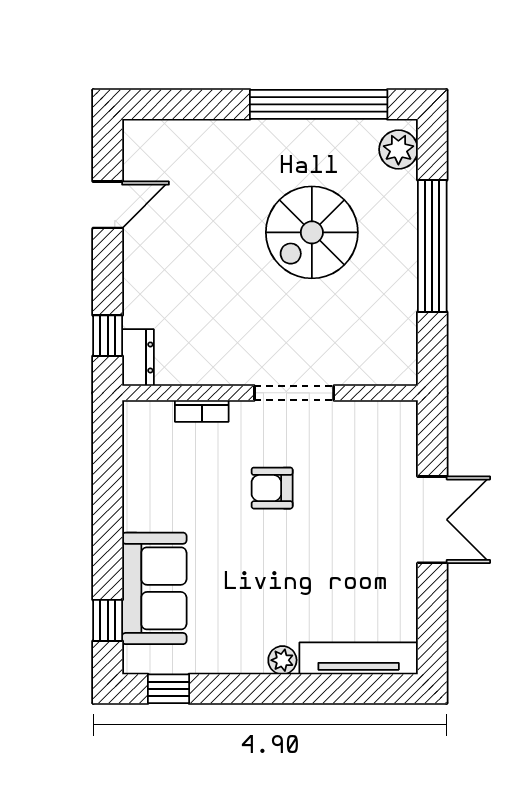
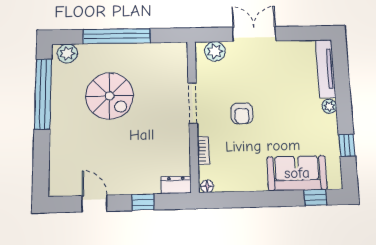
window: (108, 336) -> (143, 202), moved
floor lamp: (134, 416) -> (207, 186), added
plant: (398, 440) -> (215, 51), added
window: (168, 689) -> (347, 145), moved

